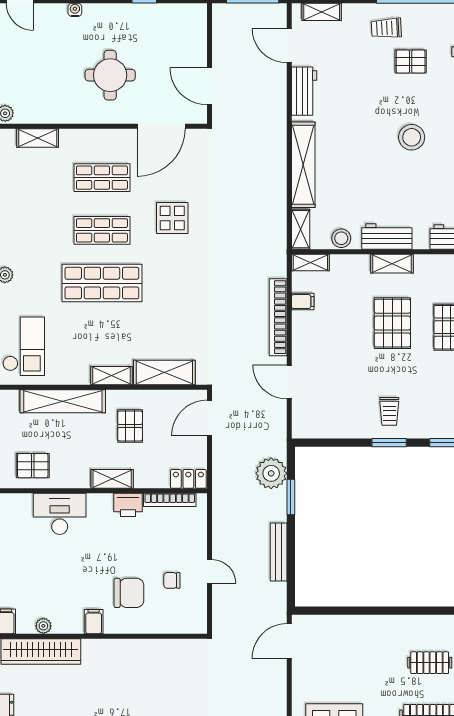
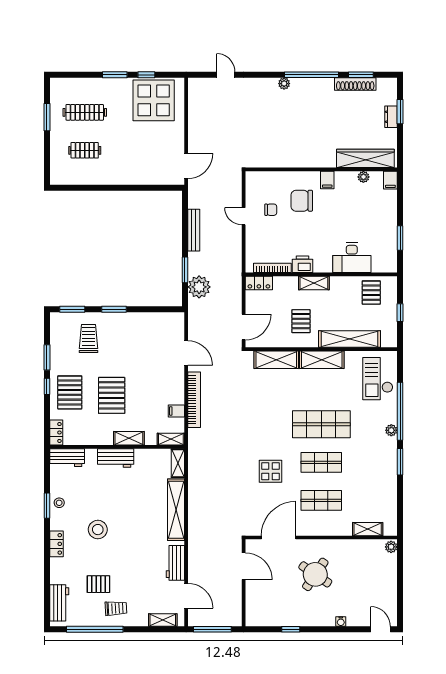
round table: (110, 75) -> (315, 574), turned 34
stool: (341, 238) -> (149, 457), removed
shelving: (392, 264) -> (129, 438), moved
shelving: (112, 376) -> (322, 360), width x1.50, depth x1.33
trolley: (389, 411) -> (88, 339), moved, width x1.36, depth x1.39
pallet: (33, 466) -> (371, 293), turned 90

